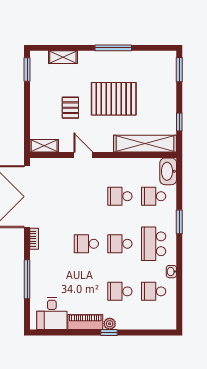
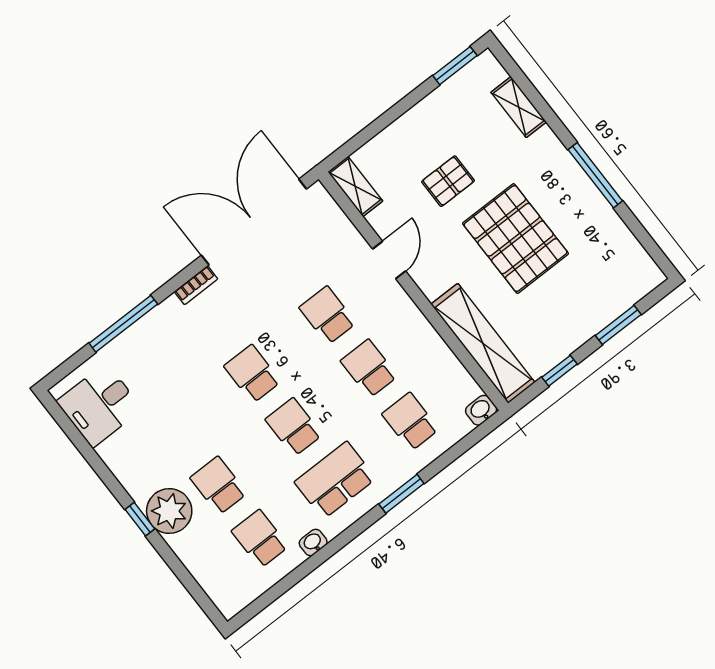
window: (179, 70) -> (618, 325), moved
washbasin: (168, 171) -> (481, 410), width x0.52, depth x0.69
school desk: (86, 196) -> (328, 315), added
piano: (85, 322) -> (127, 468), removed
plant: (110, 324) -> (169, 511), width x1.88, depth x1.88

